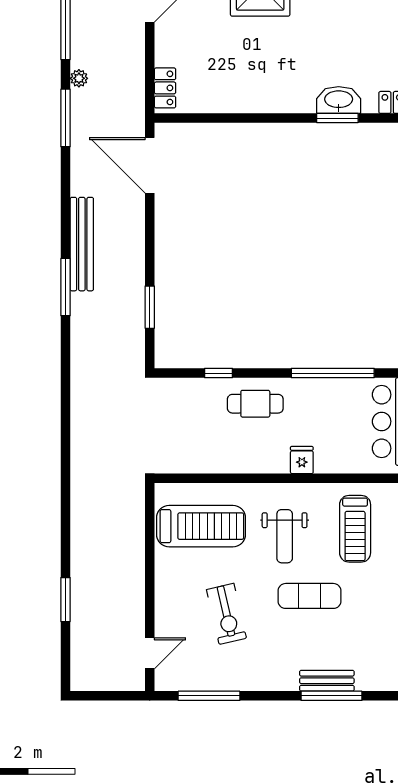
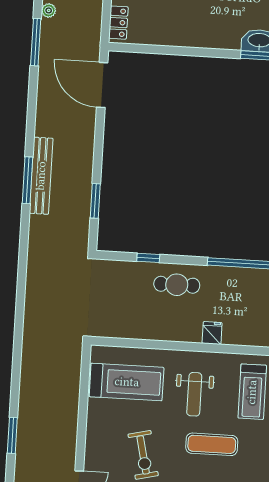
bench: (82, 244) -> (41, 176), moved

